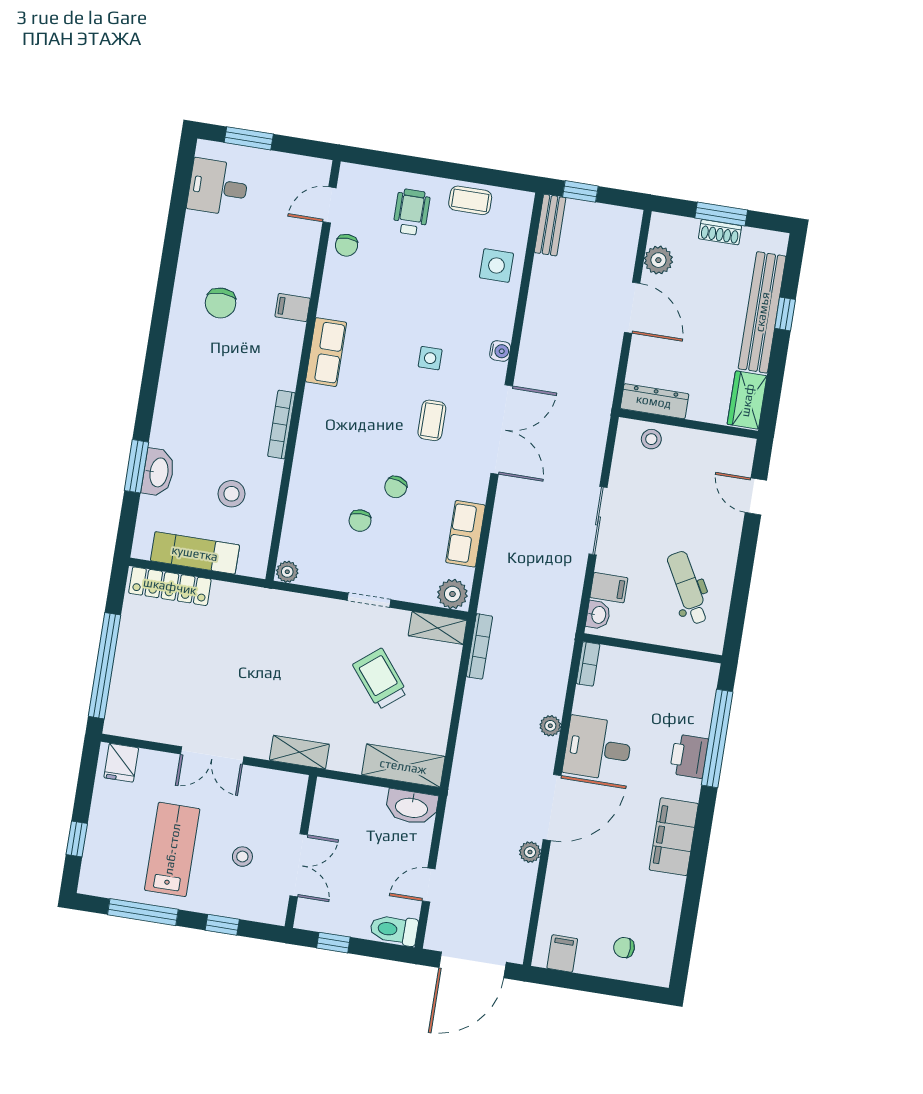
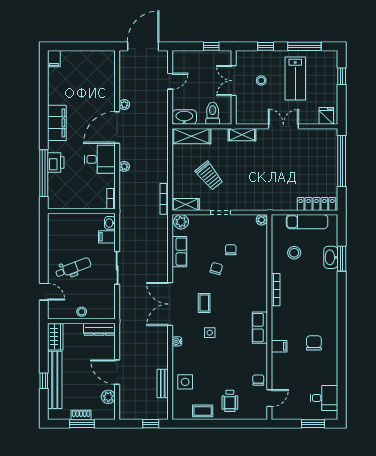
bench: (550, 225) -> (163, 384), moved
stool: (651, 439) -> (82, 312), moved
dental chair: (688, 588) -> (73, 268), moved, turned -82
toilet: (394, 930) -> (213, 113), moved, turned -90
chair: (624, 948) -> (72, 66), removed
filing cabinet: (562, 954) -> (54, 59), moved

